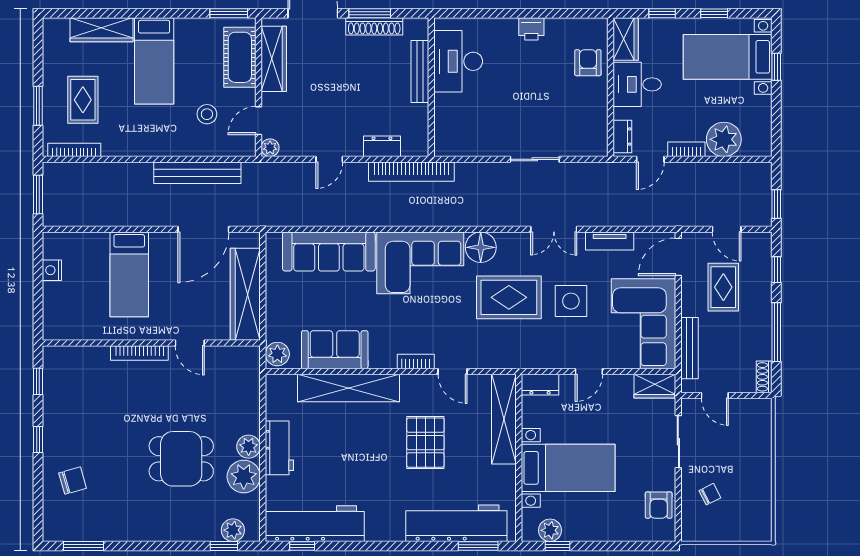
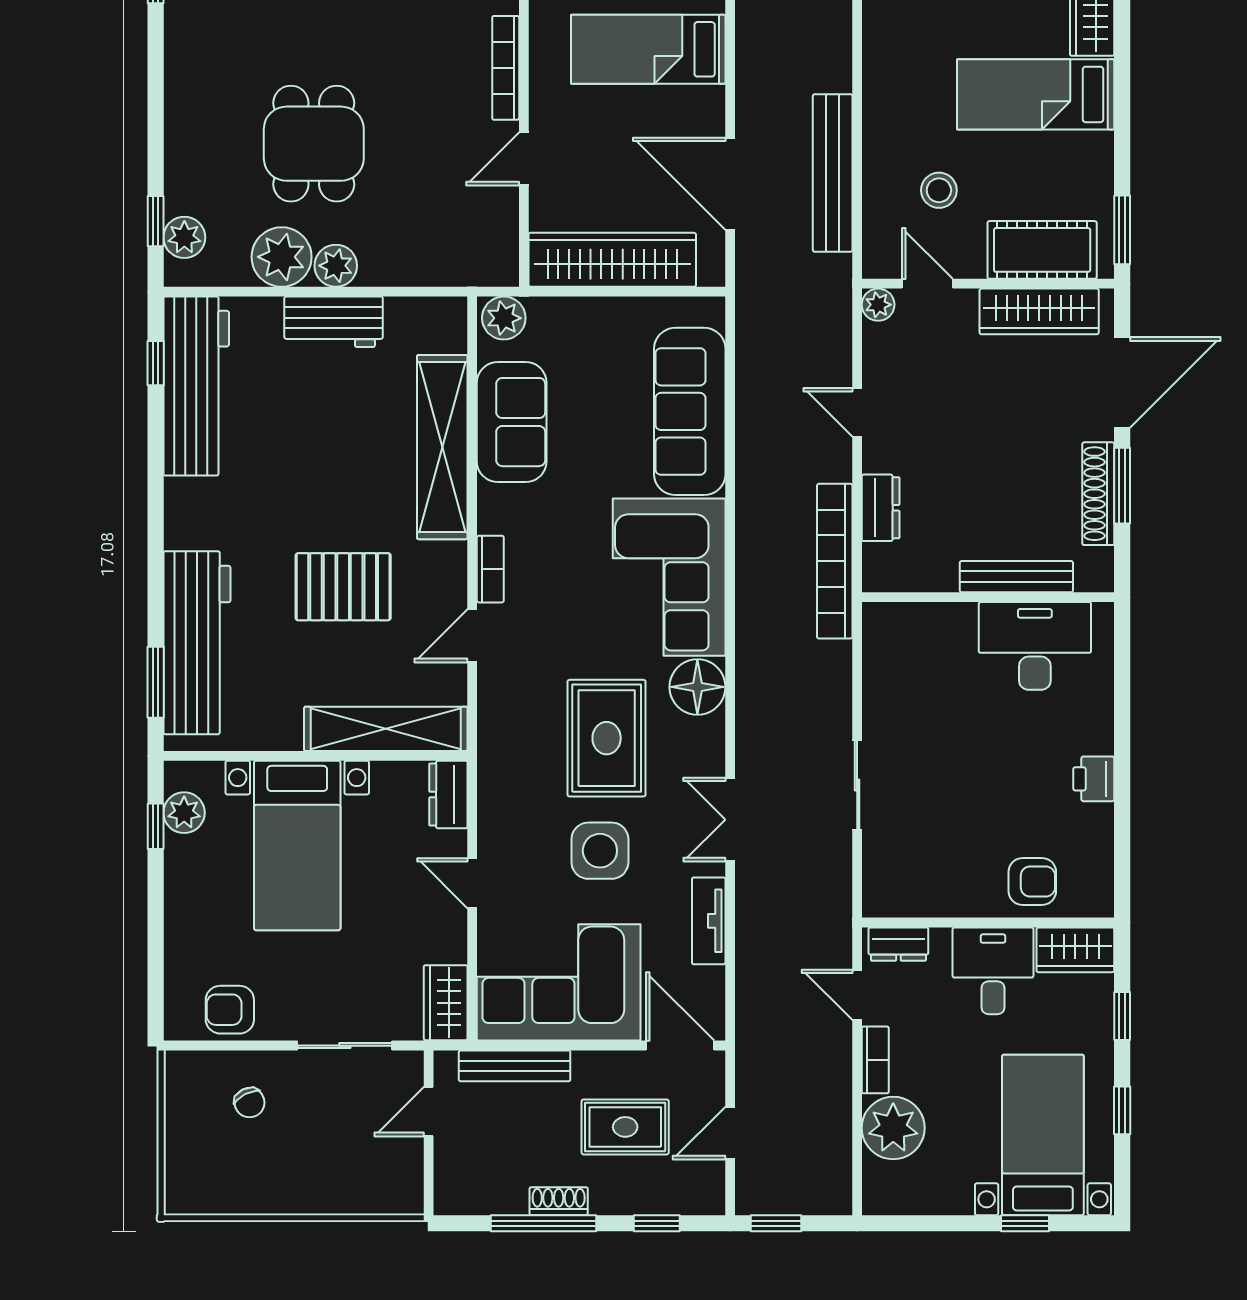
shoe rack: (764, 377) -> (559, 1201), moved

